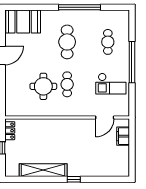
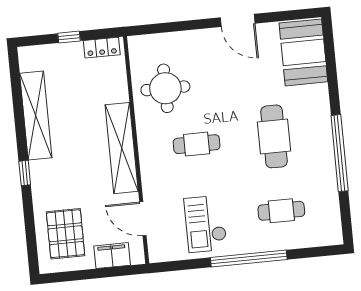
cafe table: (67, 42) -> (274, 136), turned 90
round table: (43, 86) -> (165, 88), moved
shelving: (65, 125) -> (122, 148), added
pallet: (109, 160) -> (66, 234), added

